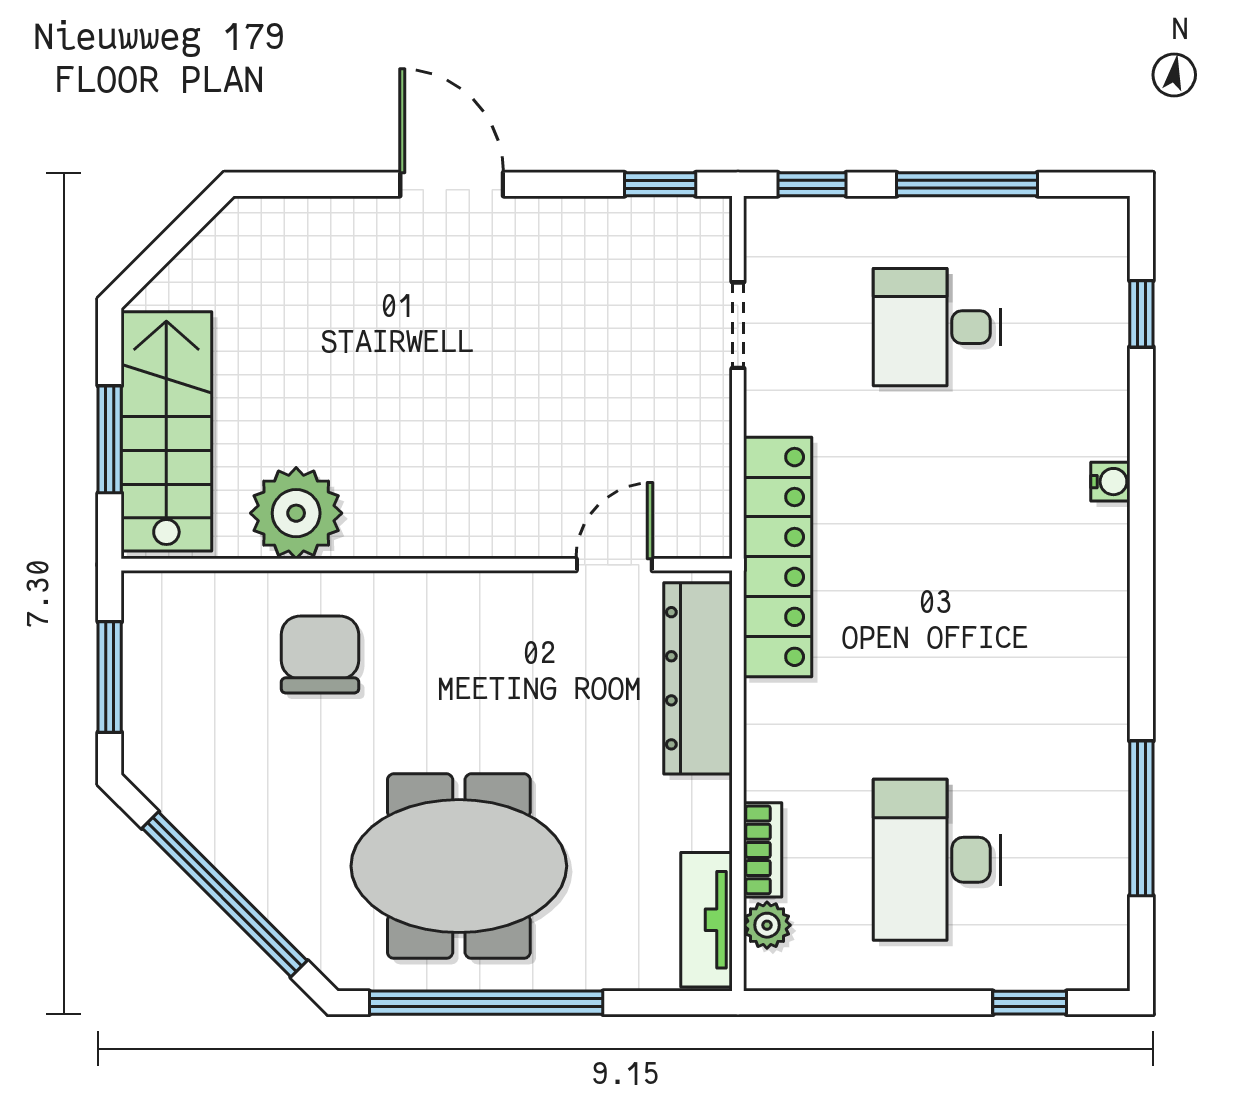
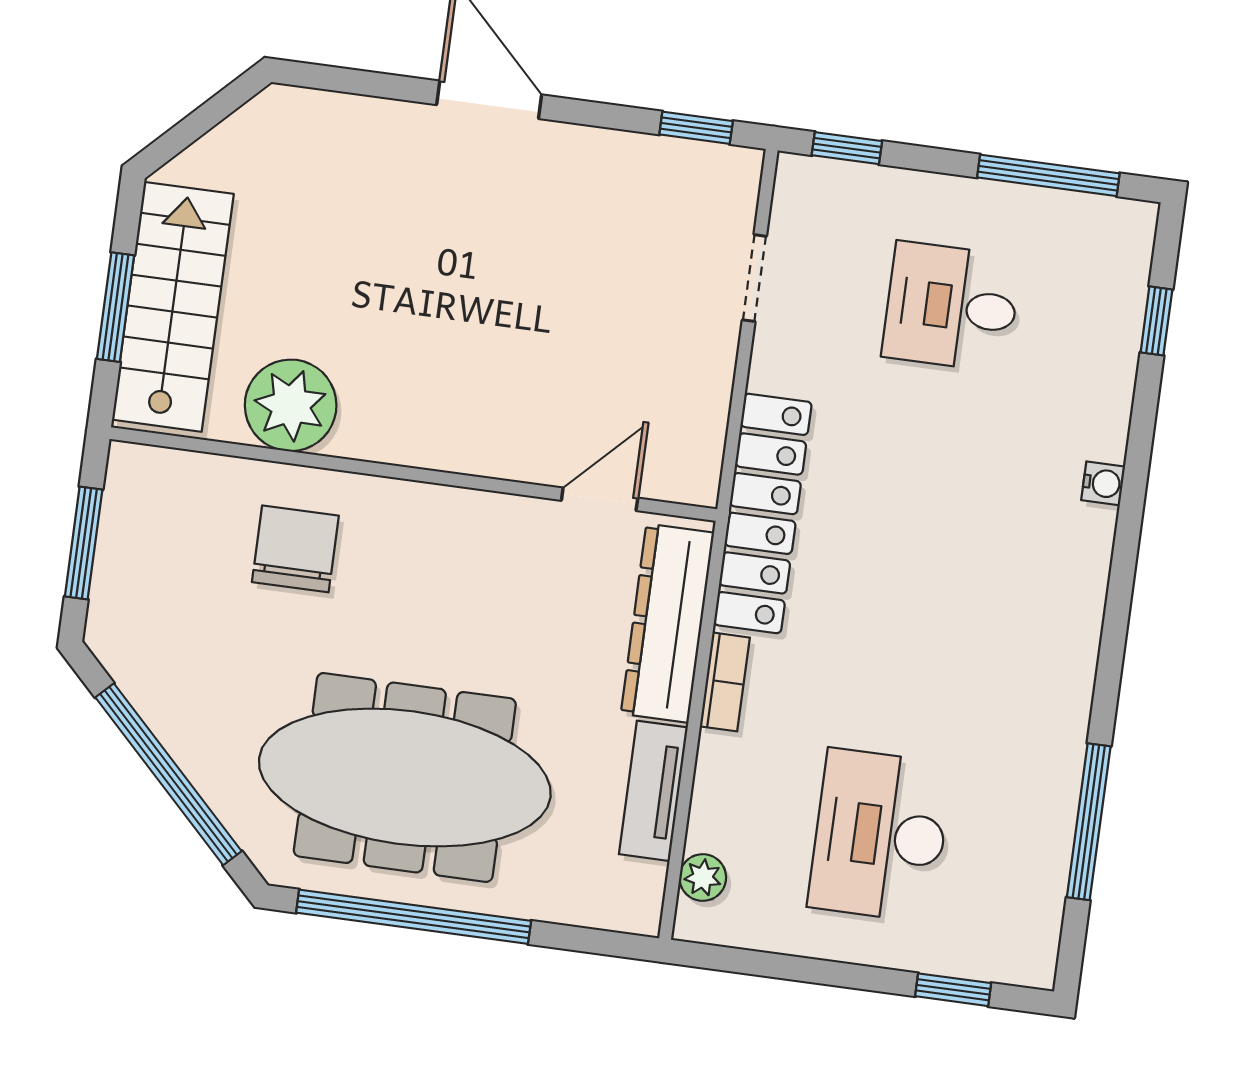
window: (967, 184) -> (1048, 175), moved
bookcase: (763, 850) -> (725, 682), moved
meeting table: (459, 866) -> (405, 777), width x1.36
tv unit: (706, 920) -> (653, 791), moved

